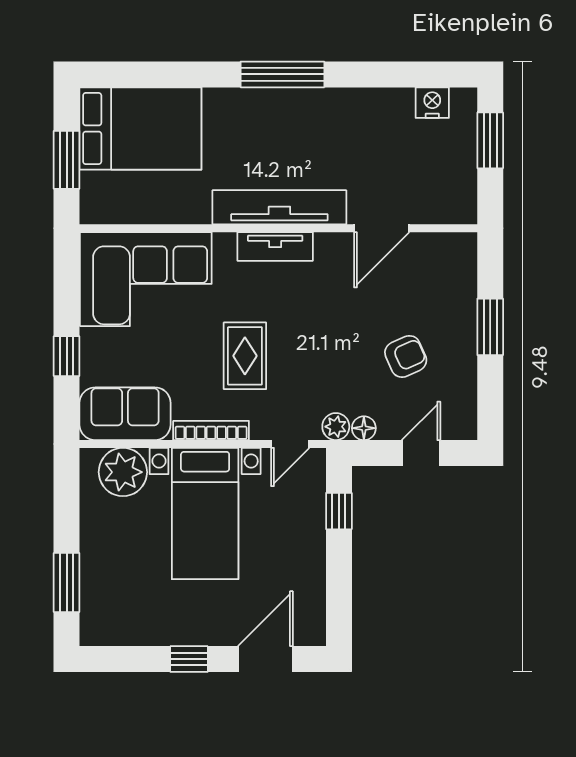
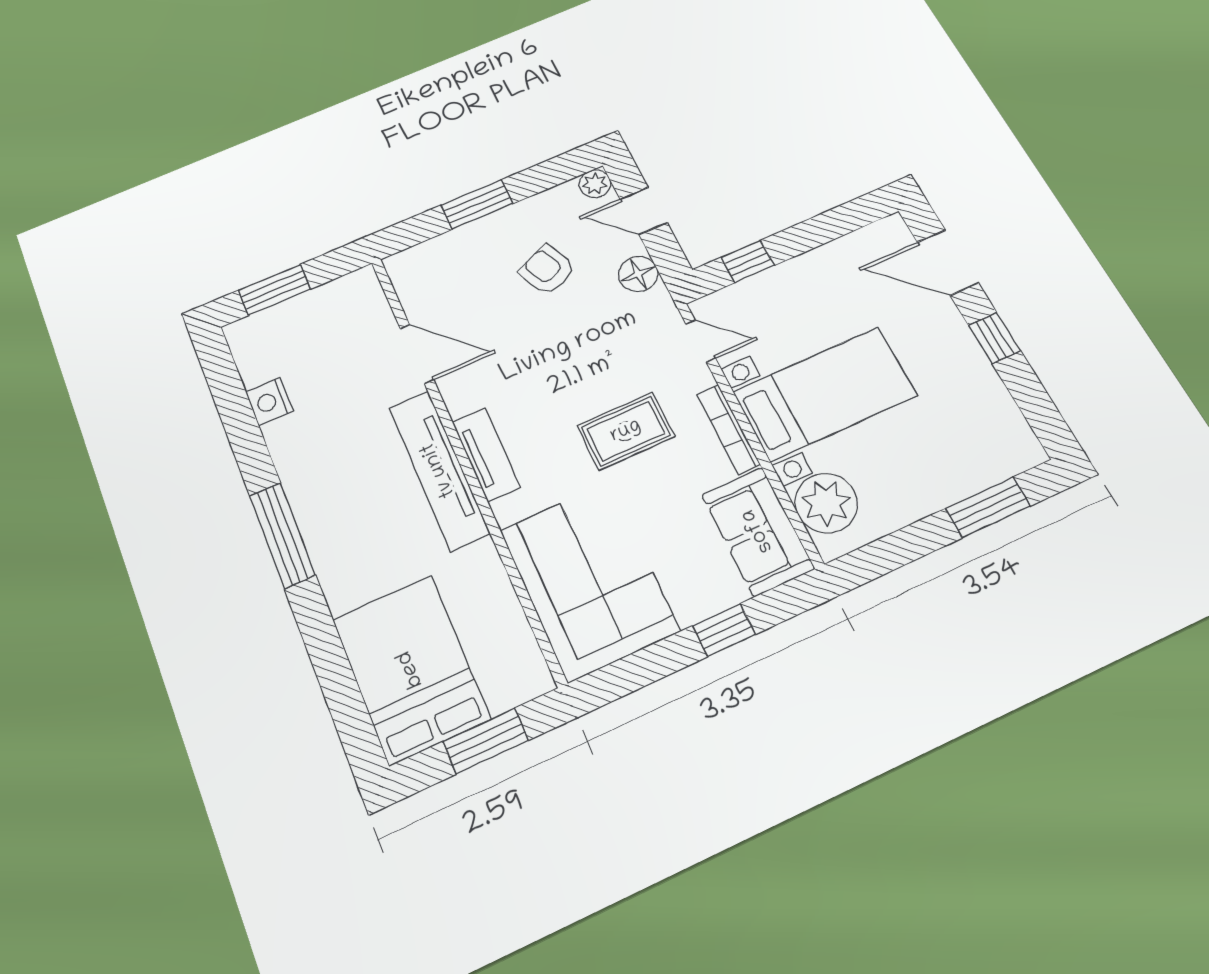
nightstand: (432, 103) -> (269, 402), moved
plant: (336, 427) -> (595, 184), moved
floor lamp: (364, 428) -> (638, 274), width x1.37, depth x1.37

